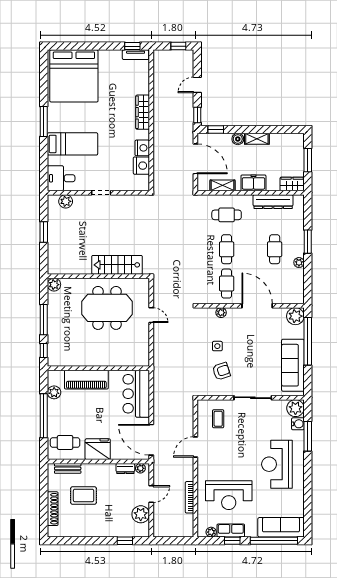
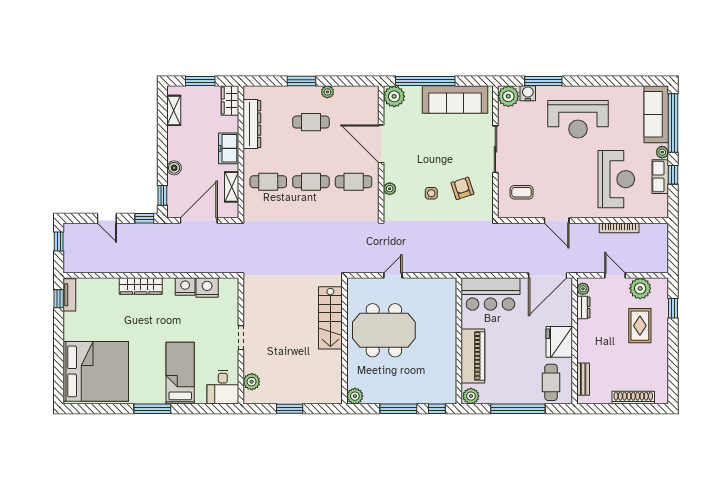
shelving: (257, 139) -> (174, 110), moved
cafe table: (227, 215) -> (268, 182), turned 90
door: (257, 306) -> (381, 144), hinge flipped
meeting table: (107, 308) -> (384, 330), turned 90
plant: (54, 392) -> (471, 396), moved
rug: (84, 495) -> (640, 326), moved
plant: (211, 532) -> (662, 152), moved

